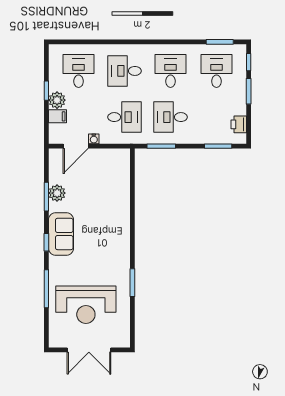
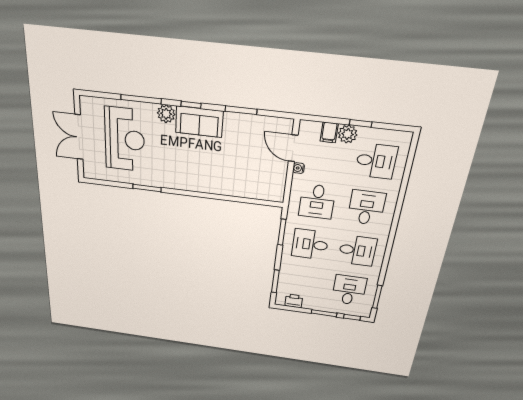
desk: (216, 71) -> (349, 290), turned -90
desk: (171, 117) -> (310, 244), turned -90
plant: (57, 193) -> (166, 114), moved
reception desk: (86, 305) -> (125, 139), turned 180

